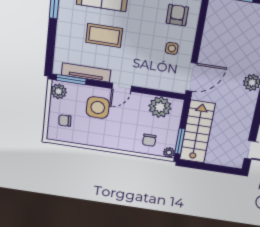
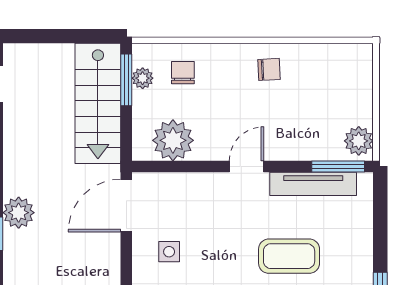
side table: (98, 108) -> (285, 121), removed
chair: (65, 121) -> (269, 69), moved
plant: (169, 153) -> (143, 78), moved

